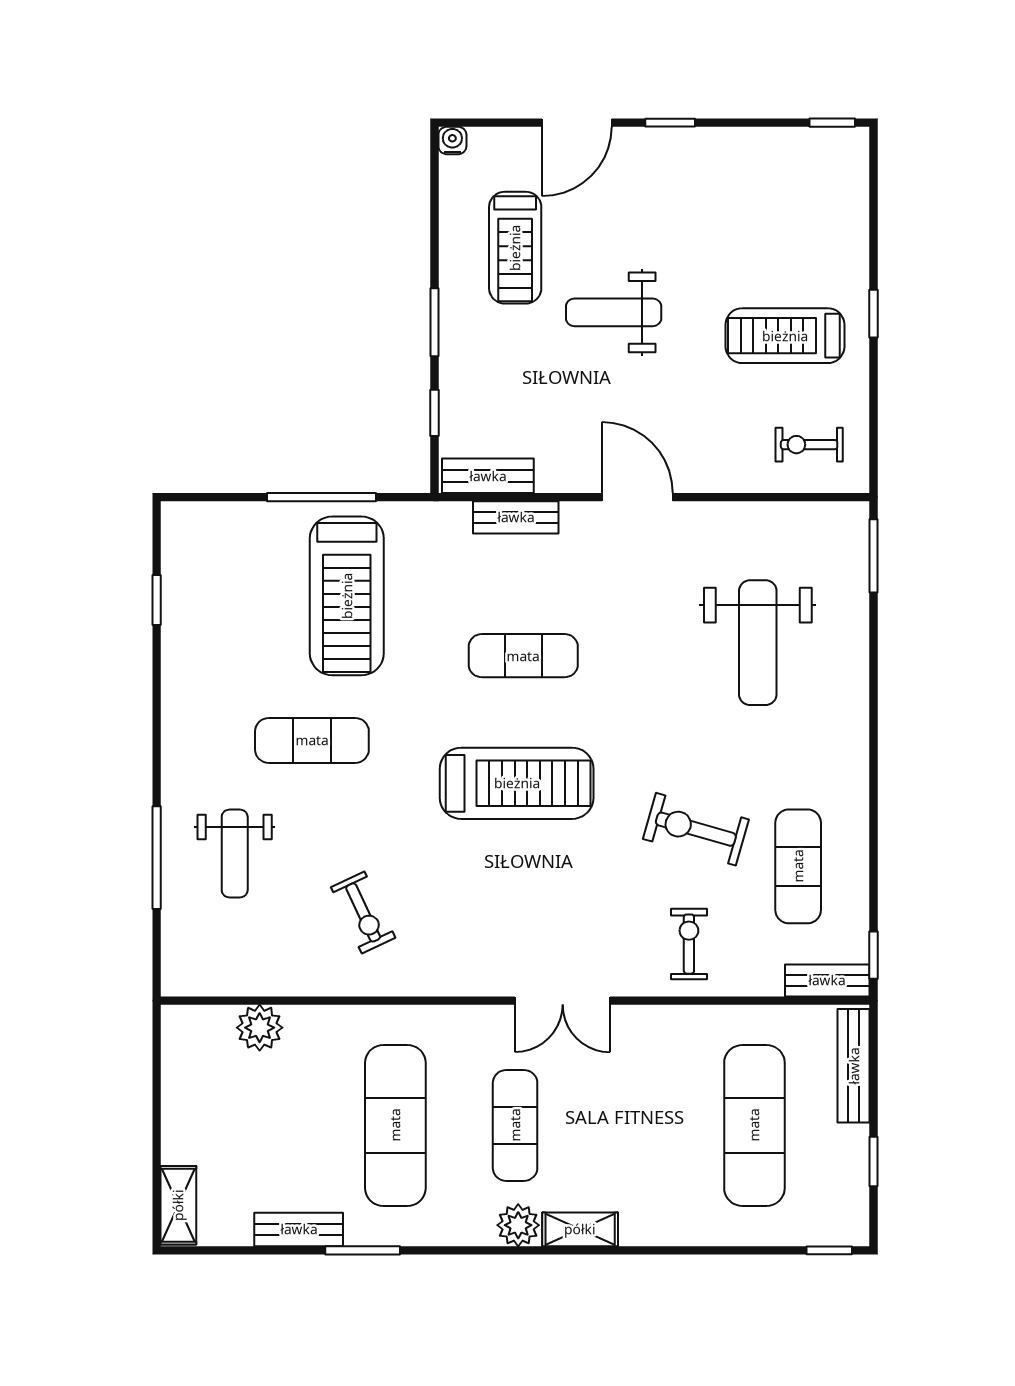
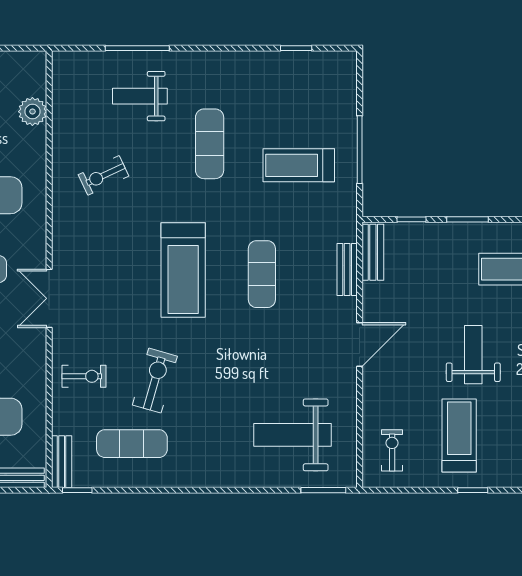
weight bench: (614, 312) -> (473, 355), moved
treadmill: (347, 596) -> (299, 165), width x0.73, depth x0.73
weight bench: (758, 643) -> (293, 435), moved

